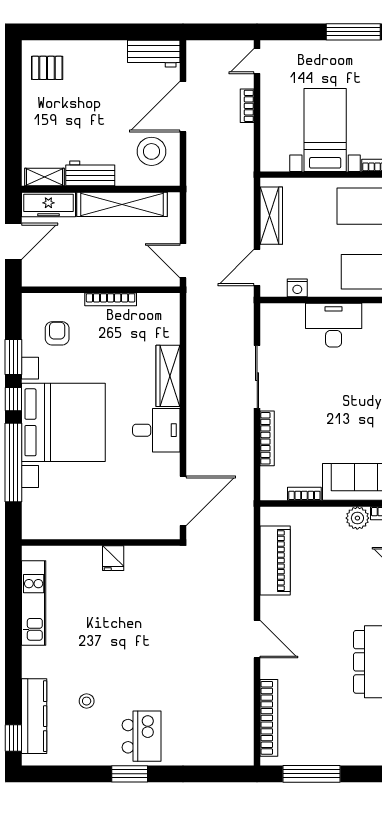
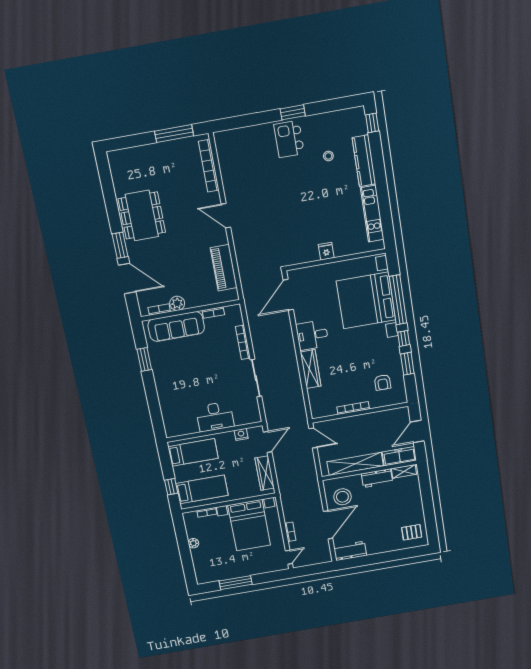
bed with nightstands: (325, 130) -> (249, 525), width x1.36
bed with nightstands: (63, 422) -> (366, 300), moved
kitchen counter: (34, 716) -> (364, 161), moved

